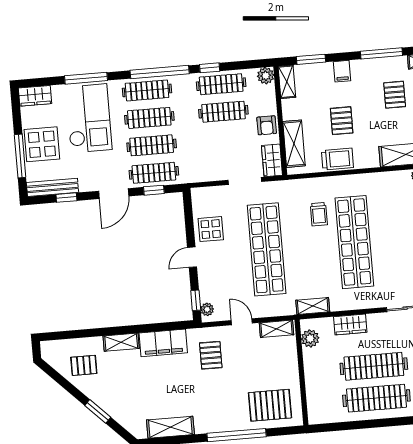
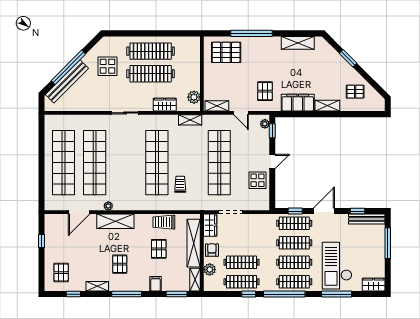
plant: (266, 76) -> (210, 269), moved
display table: (42, 144) -> (372, 250), removed
shelving: (294, 144) -> (194, 243), width x1.47

